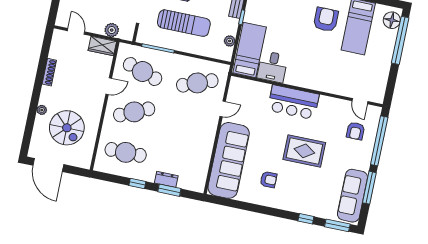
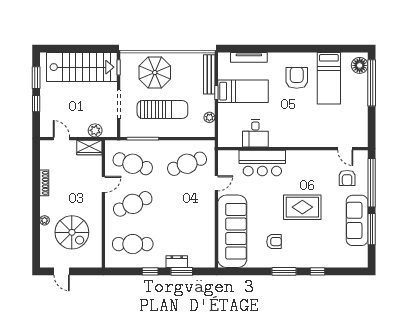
bed: (250, 50) -> (243, 91), moved, turned 90
bar counter: (293, 102) -> (262, 163), moved
door: (48, 165) -> (62, 271), width x0.53
sofa: (352, 196) -> (357, 220), moved
window: (337, 225) -> (284, 271), moved

